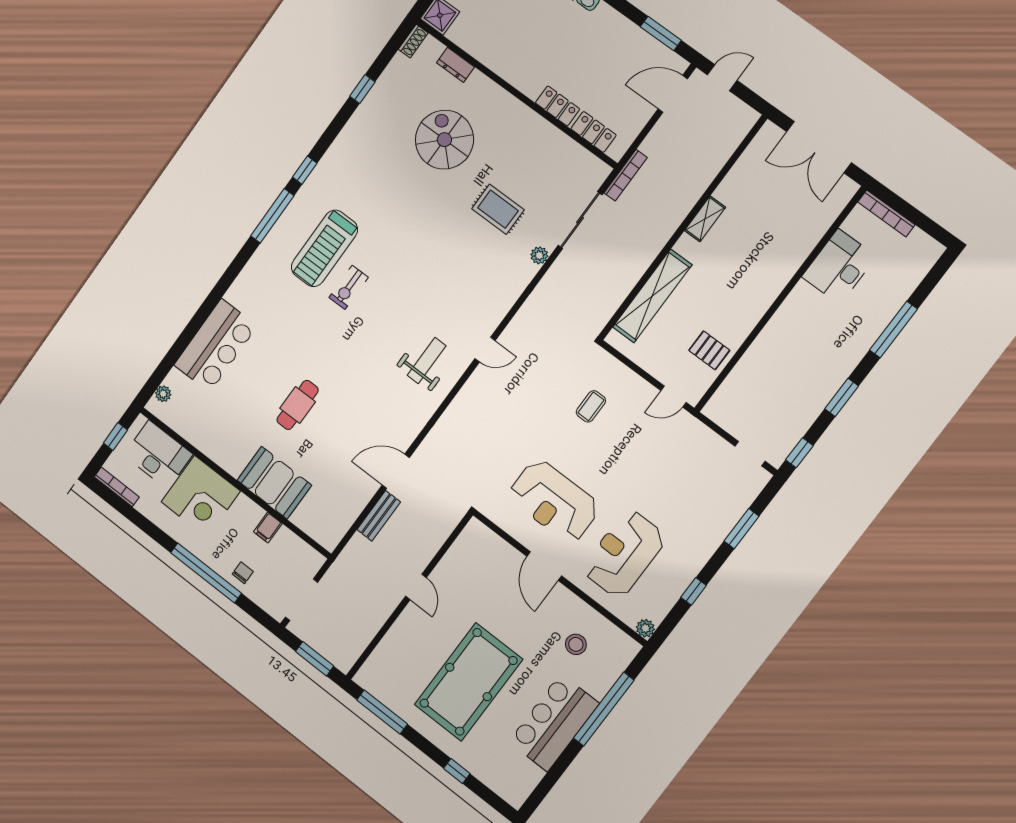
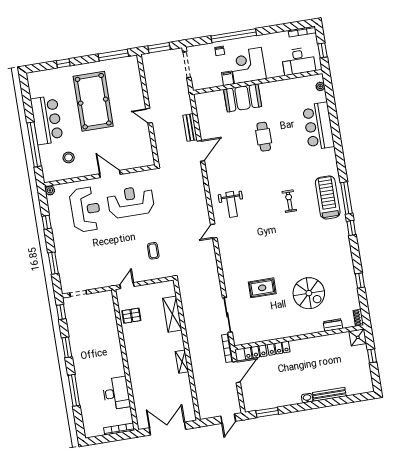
door: (673, 94) -> (237, 372), moved
treadmill: (324, 248) -> (328, 197), moved
plant: (539, 255) -> (229, 287), removed
shelving: (652, 296) -> (172, 314), width x0.68
corner desk: (201, 496) -> (248, 66), moved

